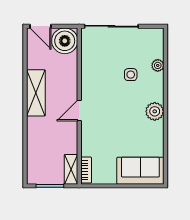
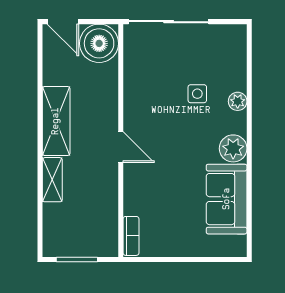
plant: (158, 65) -> (238, 101), moved
door: (79, 111) -> (121, 147), swing flipped
shelving: (71, 169) -> (52, 180), moved
sofa: (140, 171) -> (227, 199), moved, turned -90

